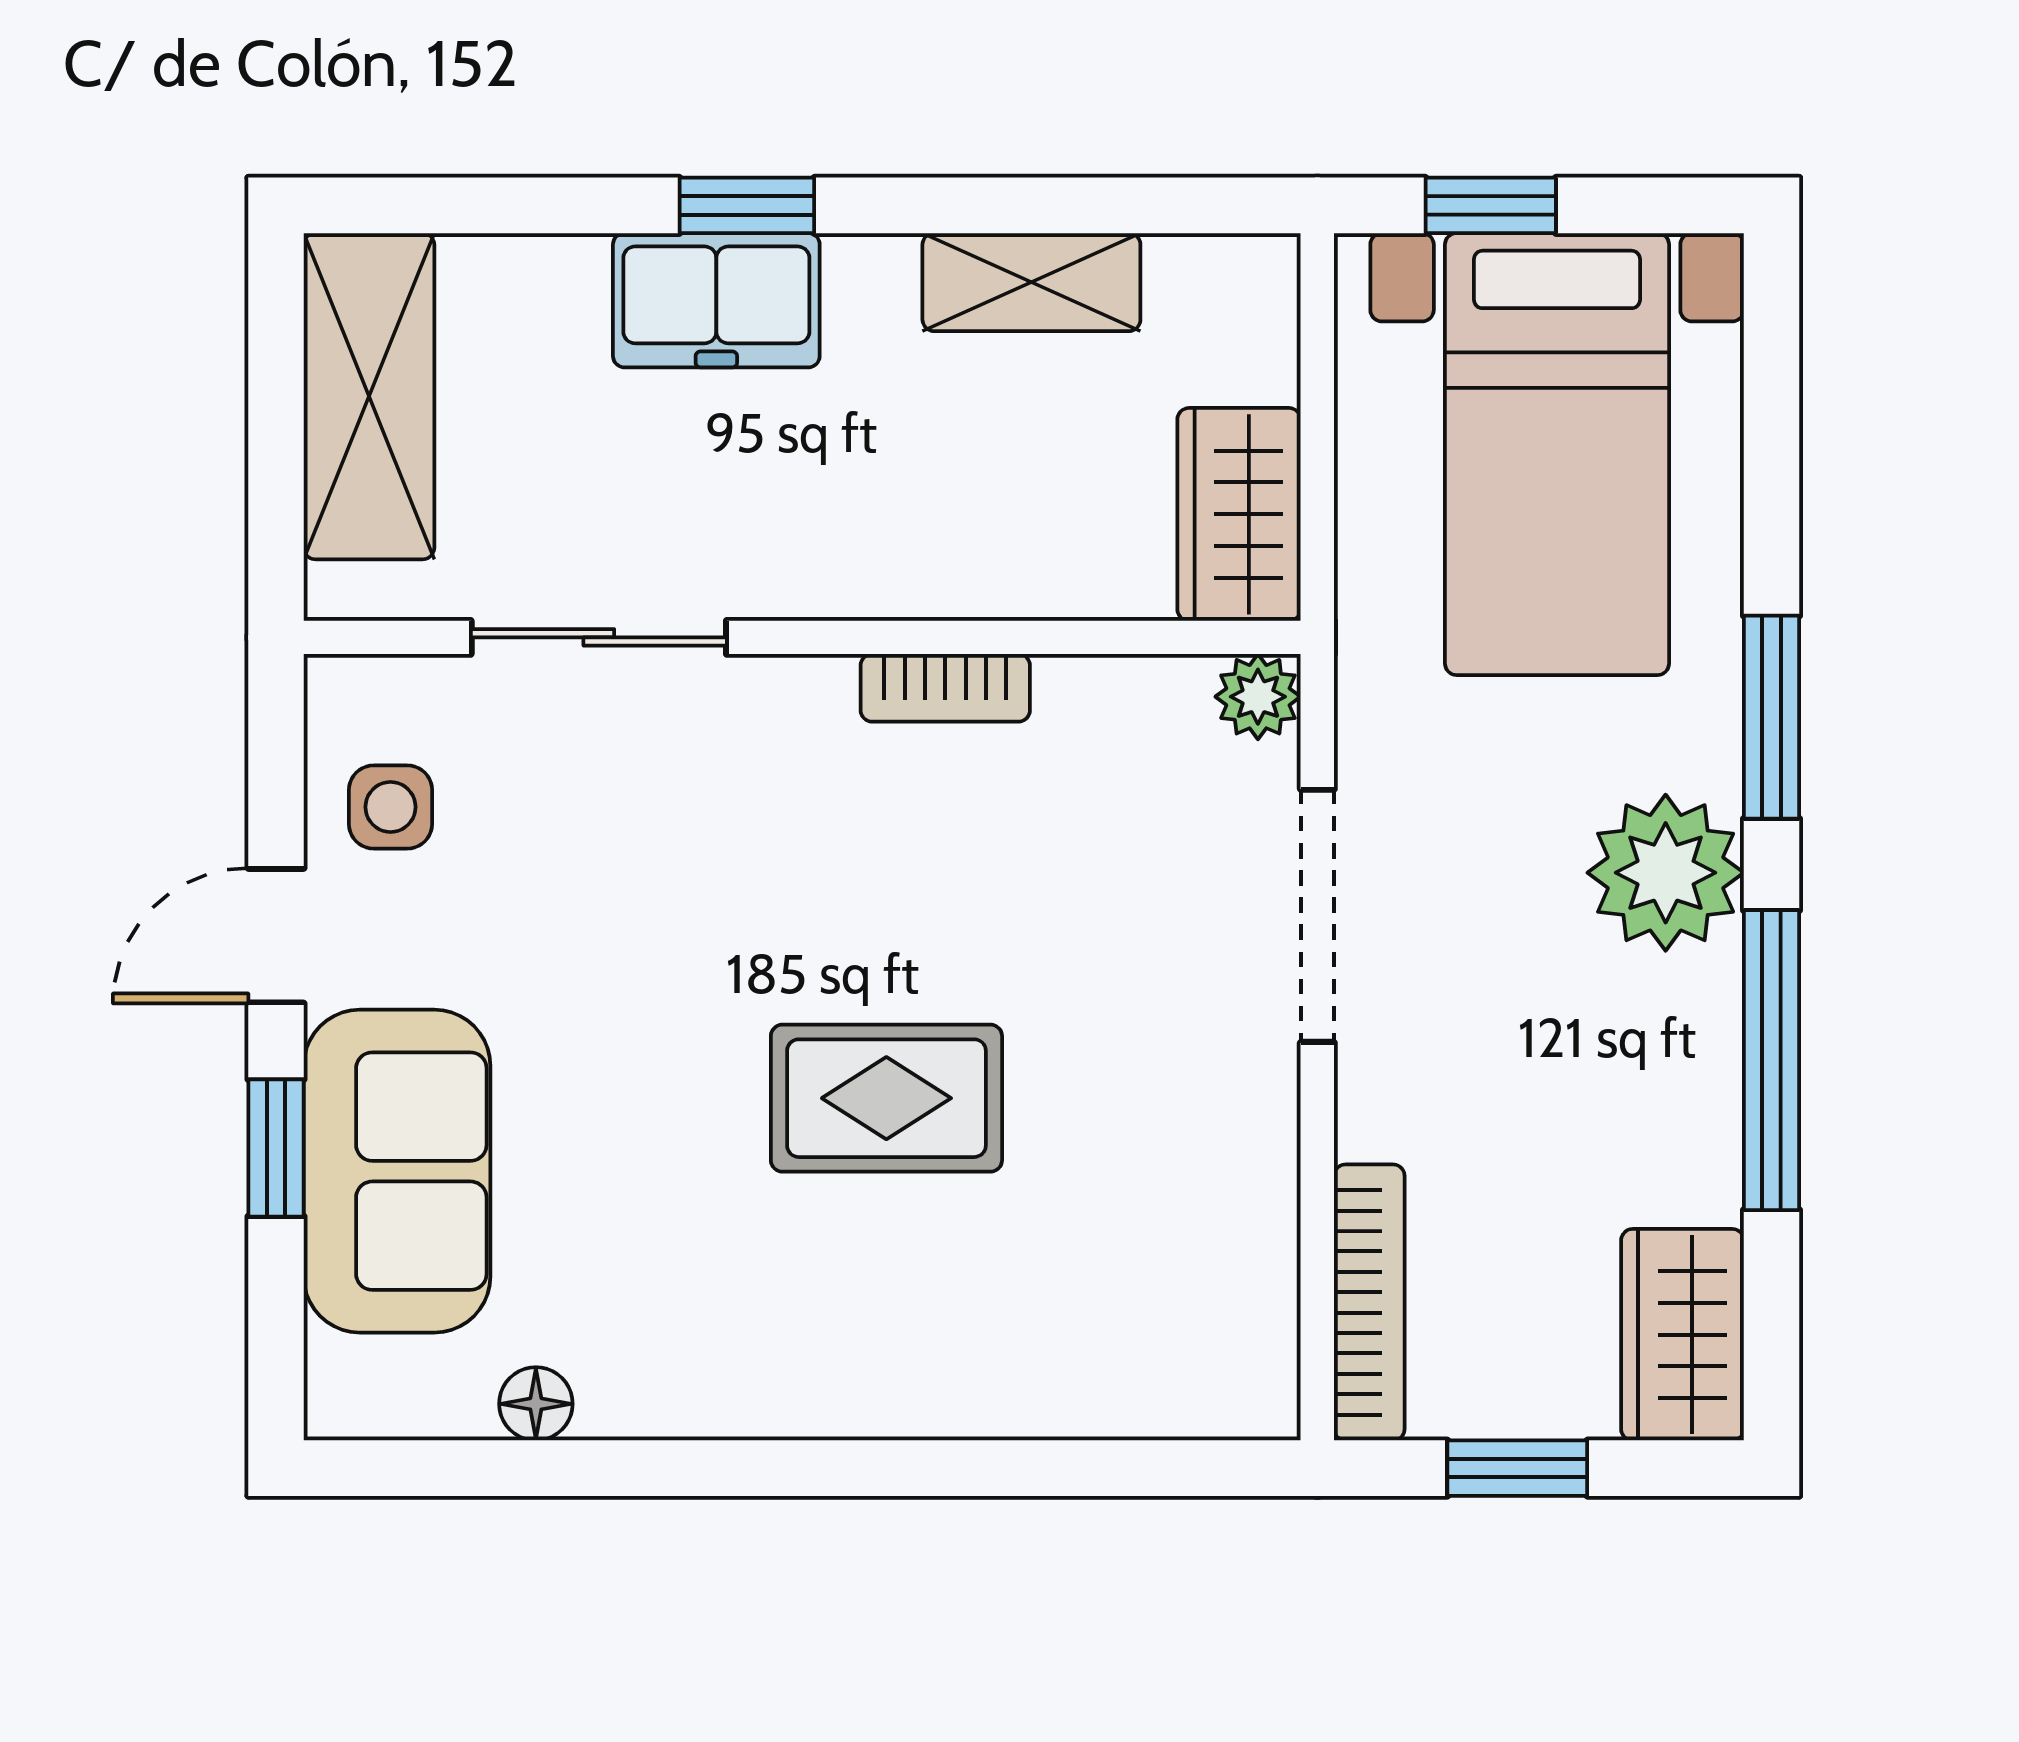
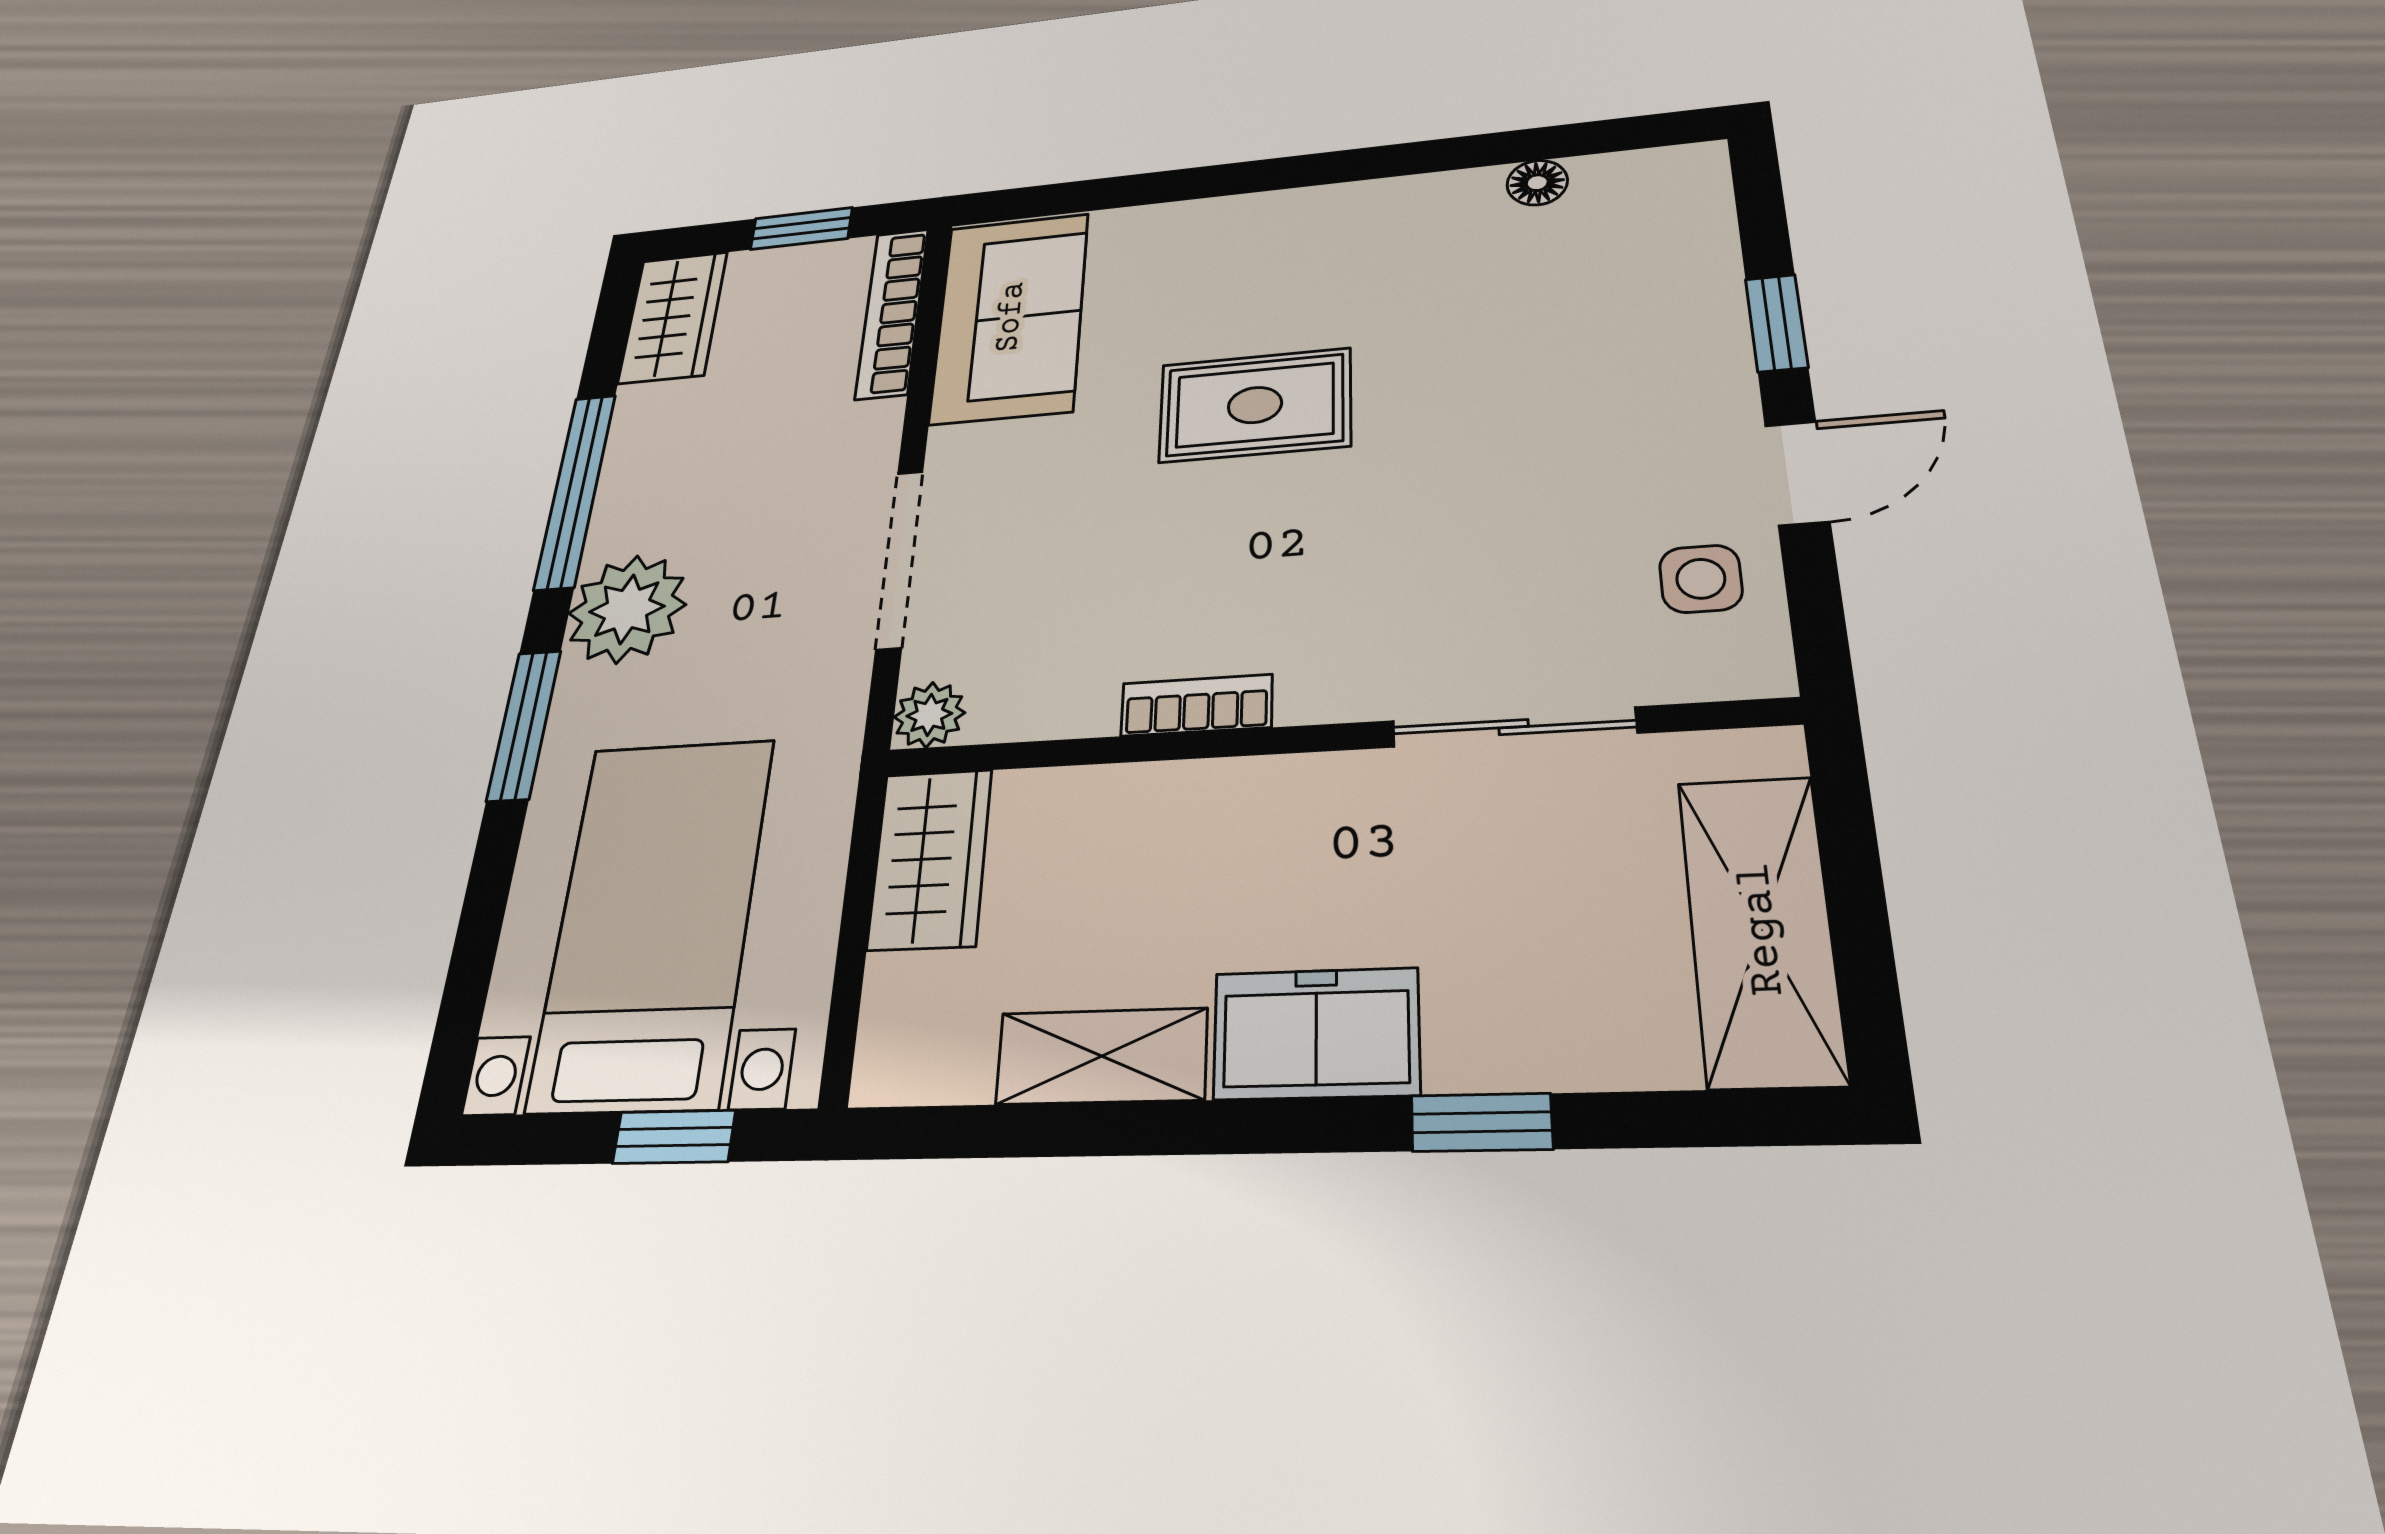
window: (747, 205) -> (1482, 1122), moved
freezer: (716, 300) -> (1316, 1034), moved
sofa: (397, 1171) -> (1010, 317), moved, turned 180

